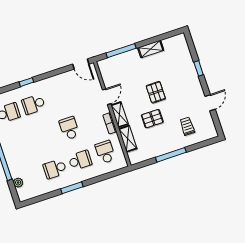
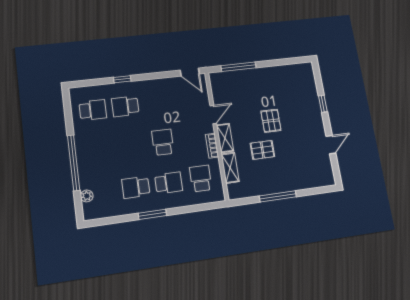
shelving: (151, 49) -> (272, 72), removed
trolley: (187, 126) -> (302, 166), removed

